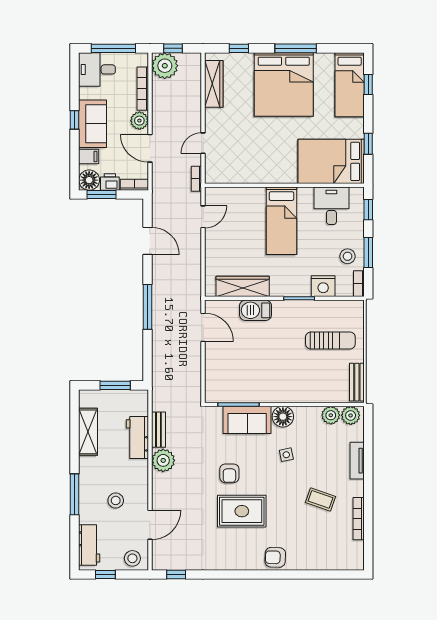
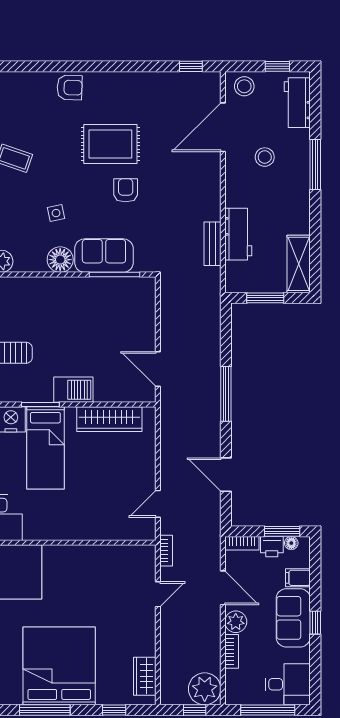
wardrobe: (214, 84) -> (145, 676), width x0.67
bookcase: (143, 89) -> (232, 651), width x0.64
floor lamp: (89, 180) -> (291, 543), width x0.53, depth x0.53
bed: (281, 221) -> (45, 448), moved, turned 180
barbecue: (256, 310) -> (73, 390), moved
shelving: (88, 432) -> (299, 264), moved
plant: (163, 460) -> (207, 206), removed
door: (150, 525) -> (223, 127), width x1.36

